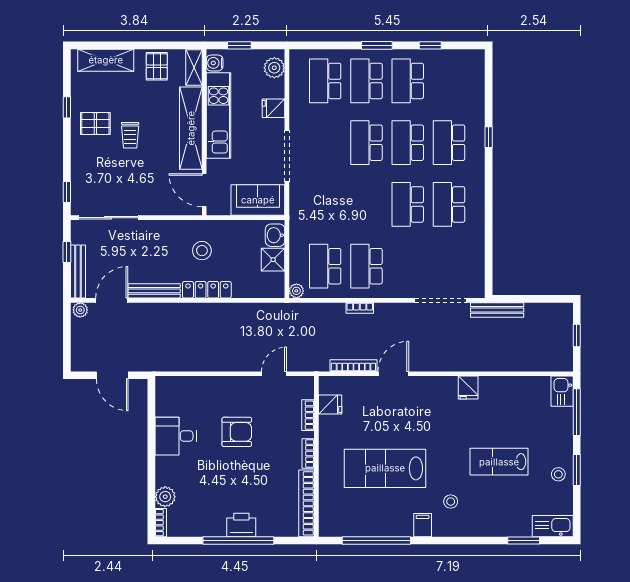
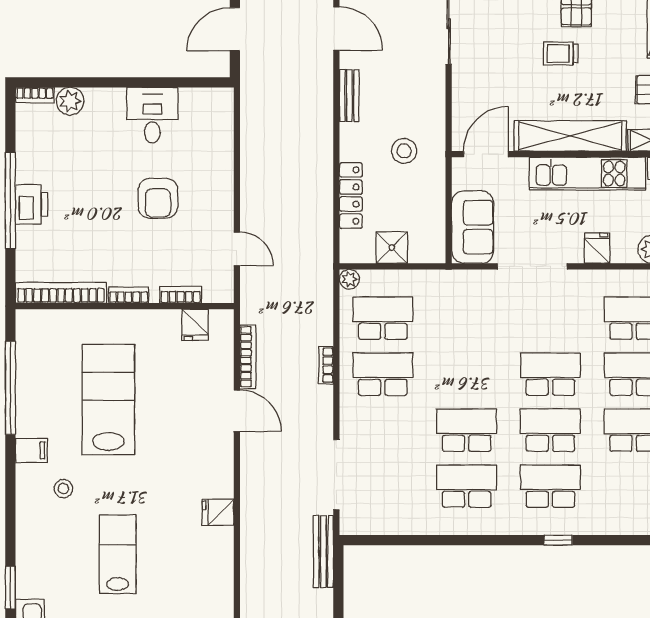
washbasin: (275, 235) -> (425, 250), removed
locker: (207, 290) -> (351, 196), moved
bench: (154, 291) -> (349, 96), width x0.73

